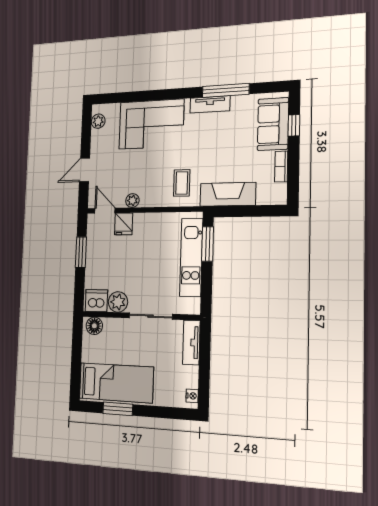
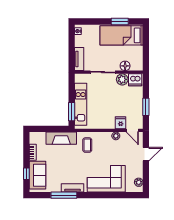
floor lamp: (94, 326) -> (125, 66), moved

